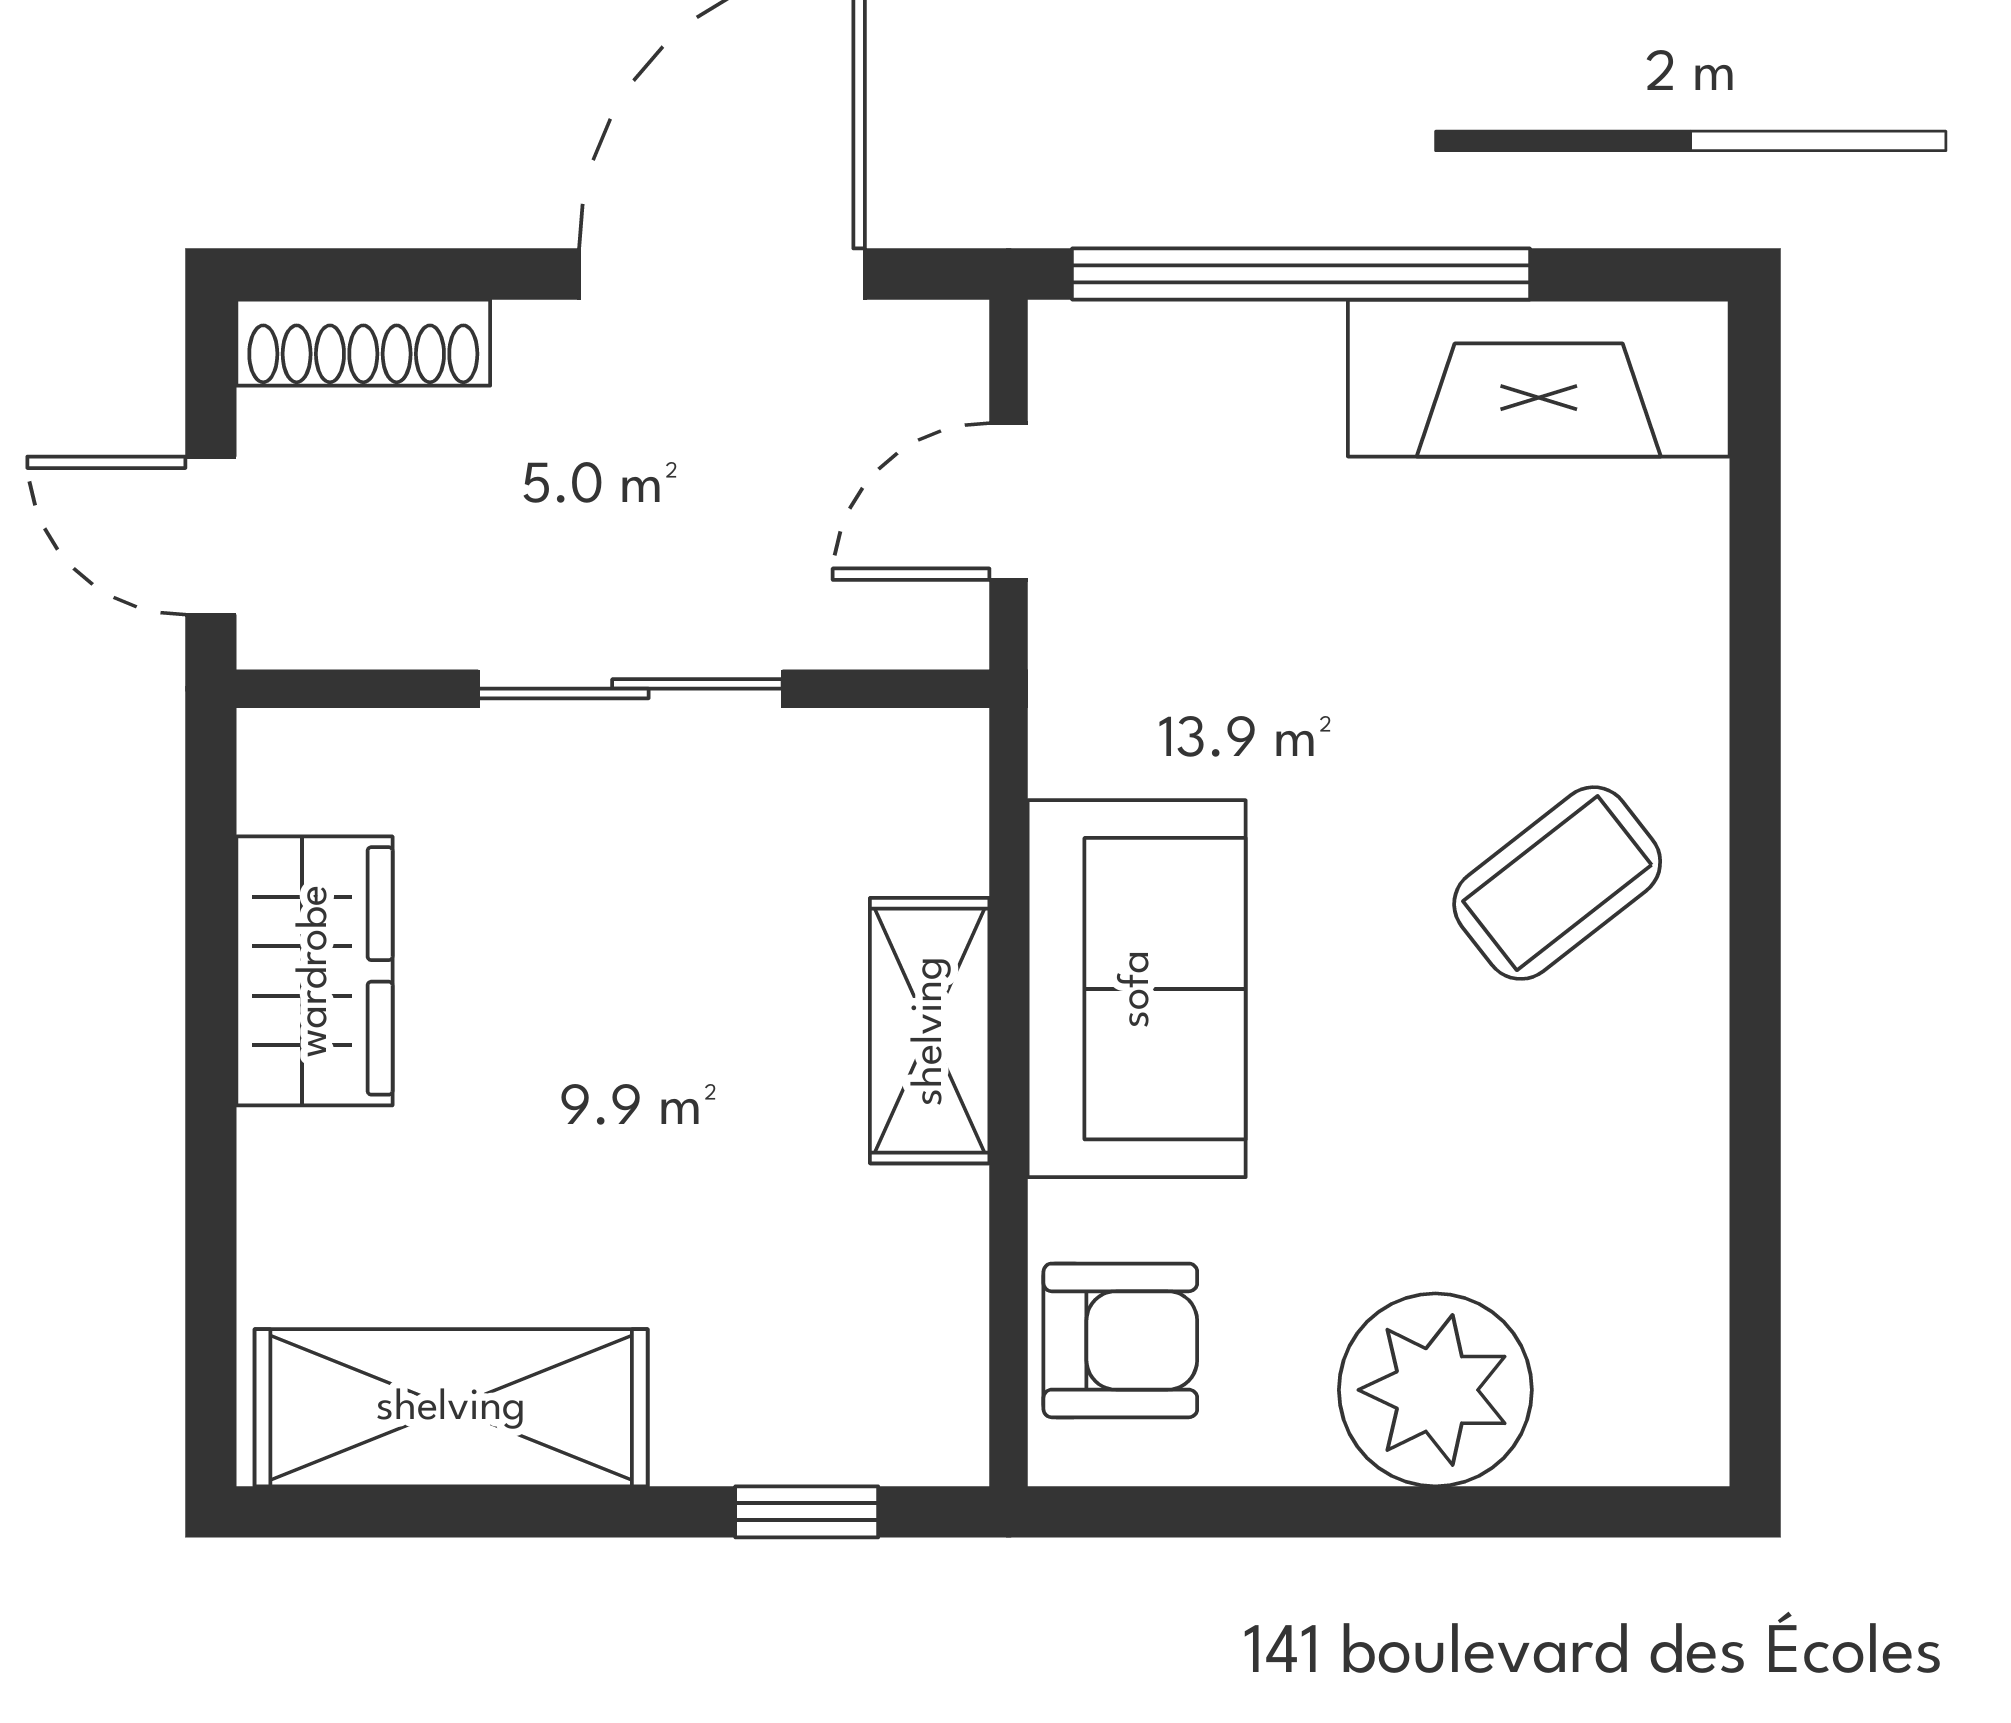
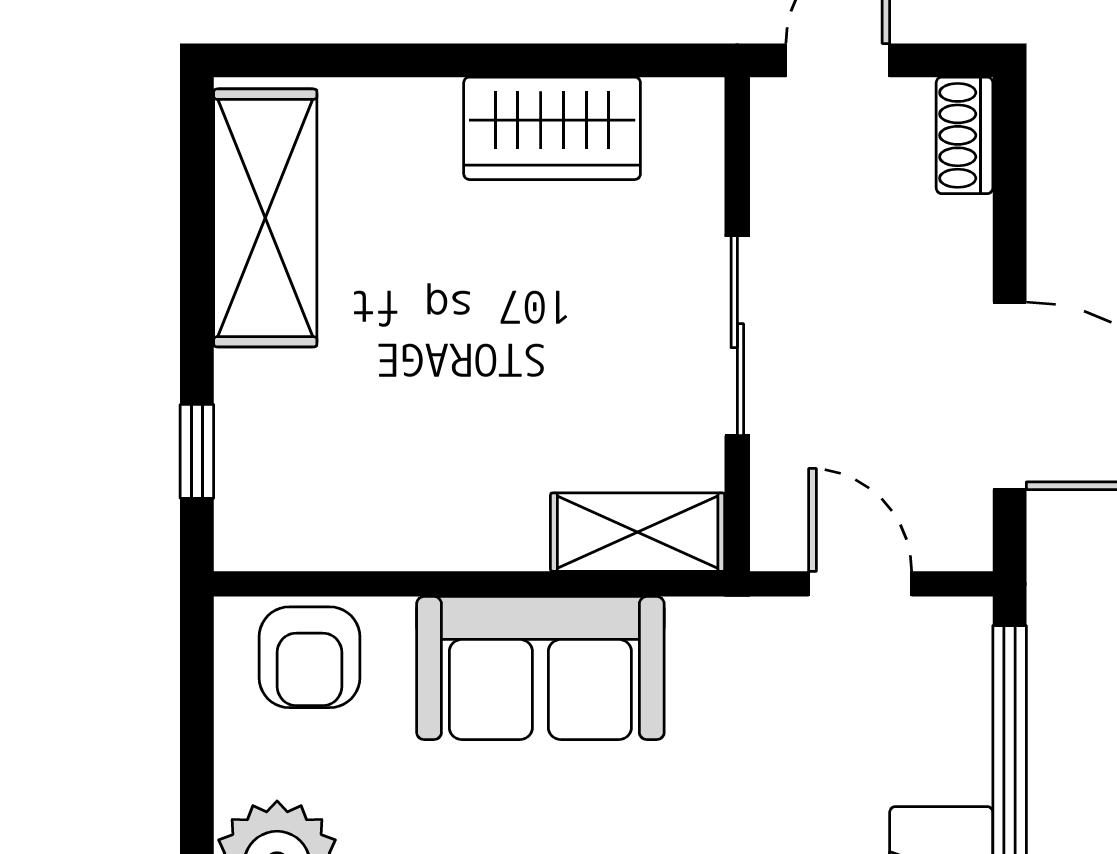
shoe rack: (363, 343) -> (965, 135), width x0.70
shelving: (930, 1031) -> (638, 532), moved

